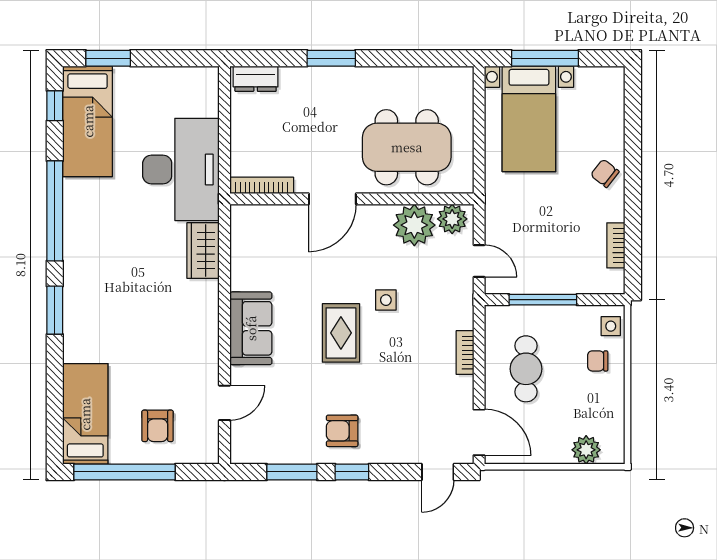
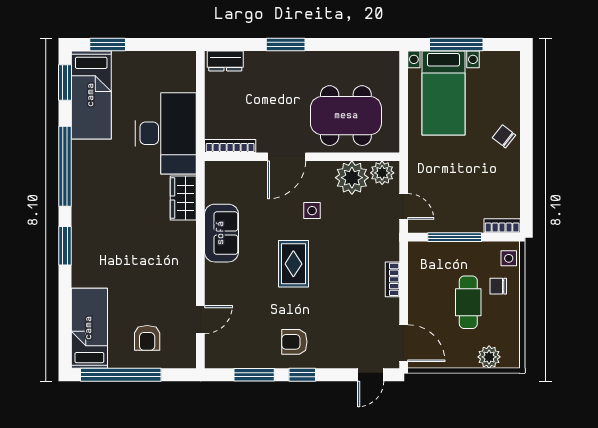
window: (55, 106) -> (65, 82), width x1.50
bookcase: (616, 245) -> (502, 226), moved, turned 90
side table: (386, 300) -> (312, 211), moved
sofa: (251, 328) -> (221, 233), moved
cafe table: (526, 369) -> (468, 302), moved

